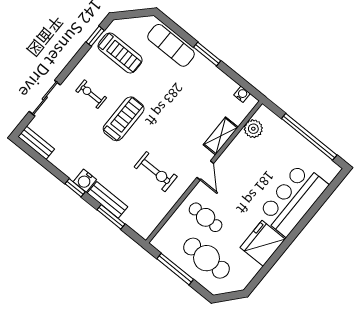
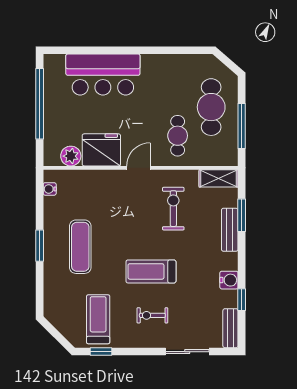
exercise mat: (171, 45) -> (80, 247), moved
exercise bike: (91, 94) -> (152, 315), turned 90
shelving: (221, 136) -> (219, 178), moved
water cooler: (85, 181) -> (229, 280), moved
window: (75, 188) -> (242, 300), moved
fridge: (263, 243) -> (101, 150), moved, turned 180

